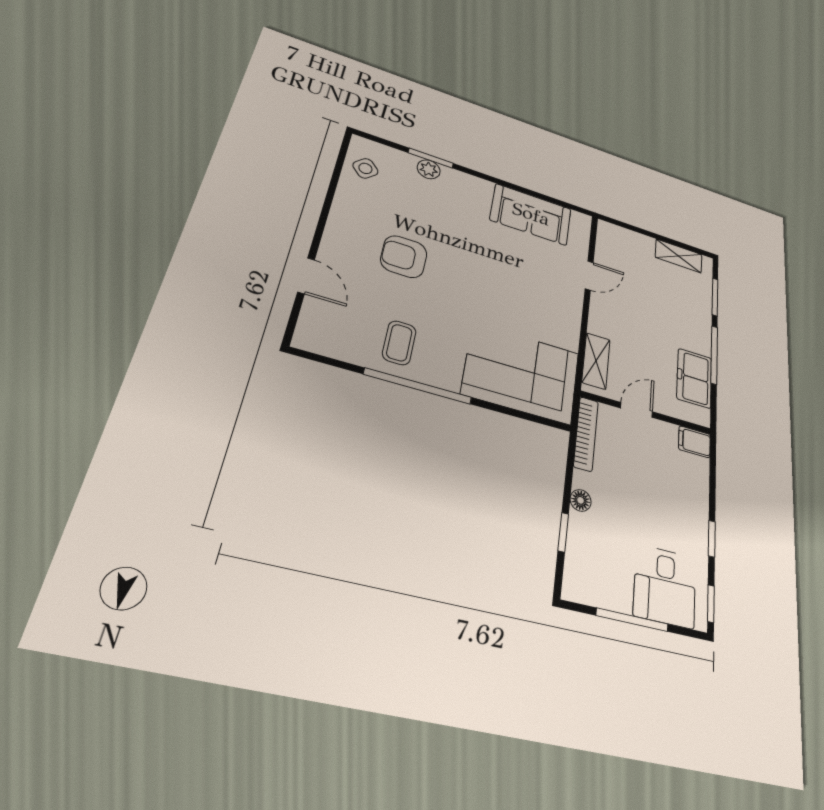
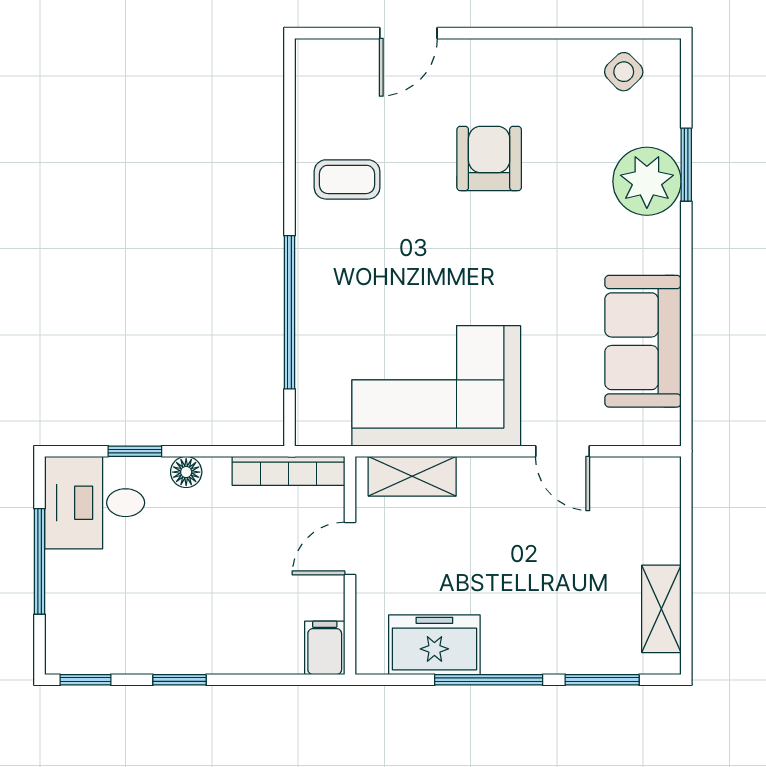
plant: (429, 169) -> (647, 181), width x1.87, depth x1.87
corner sofa: (521, 373) -> (436, 386), moved, turned -90
window: (418, 386) -> (290, 312), moved
door: (637, 410) -> (350, 548), swing flipped
desk: (665, 586) -> (95, 503), moved

